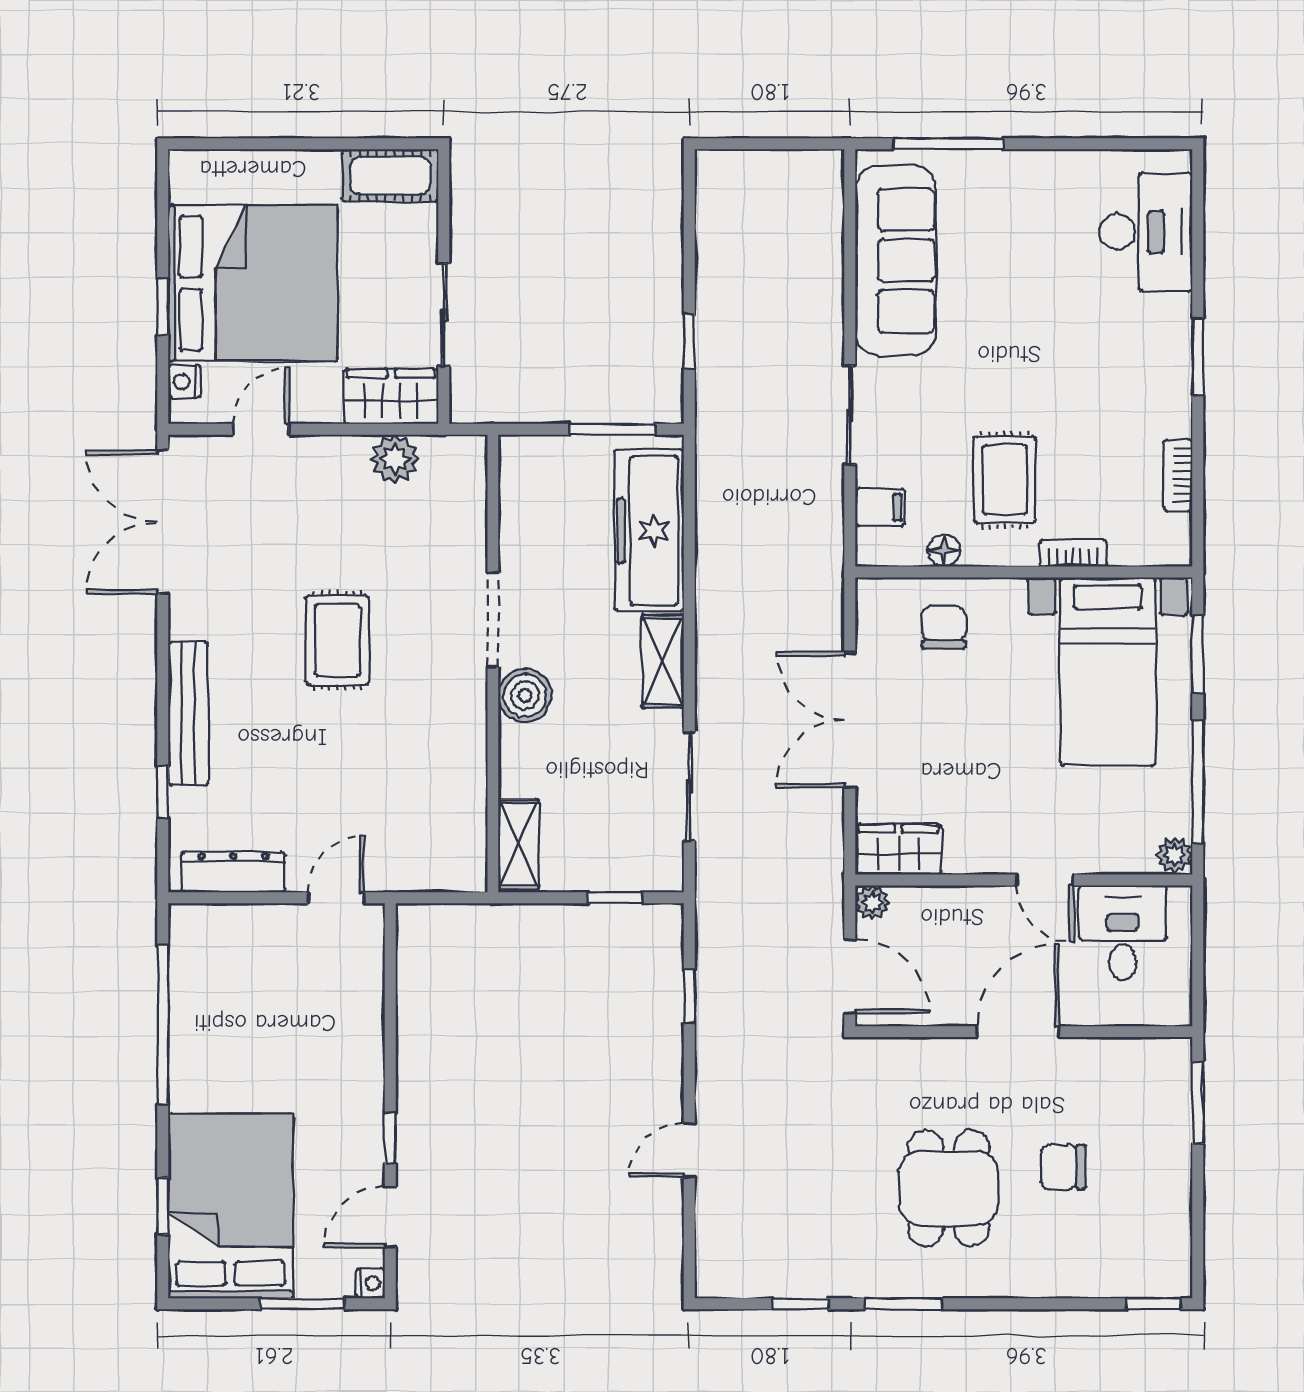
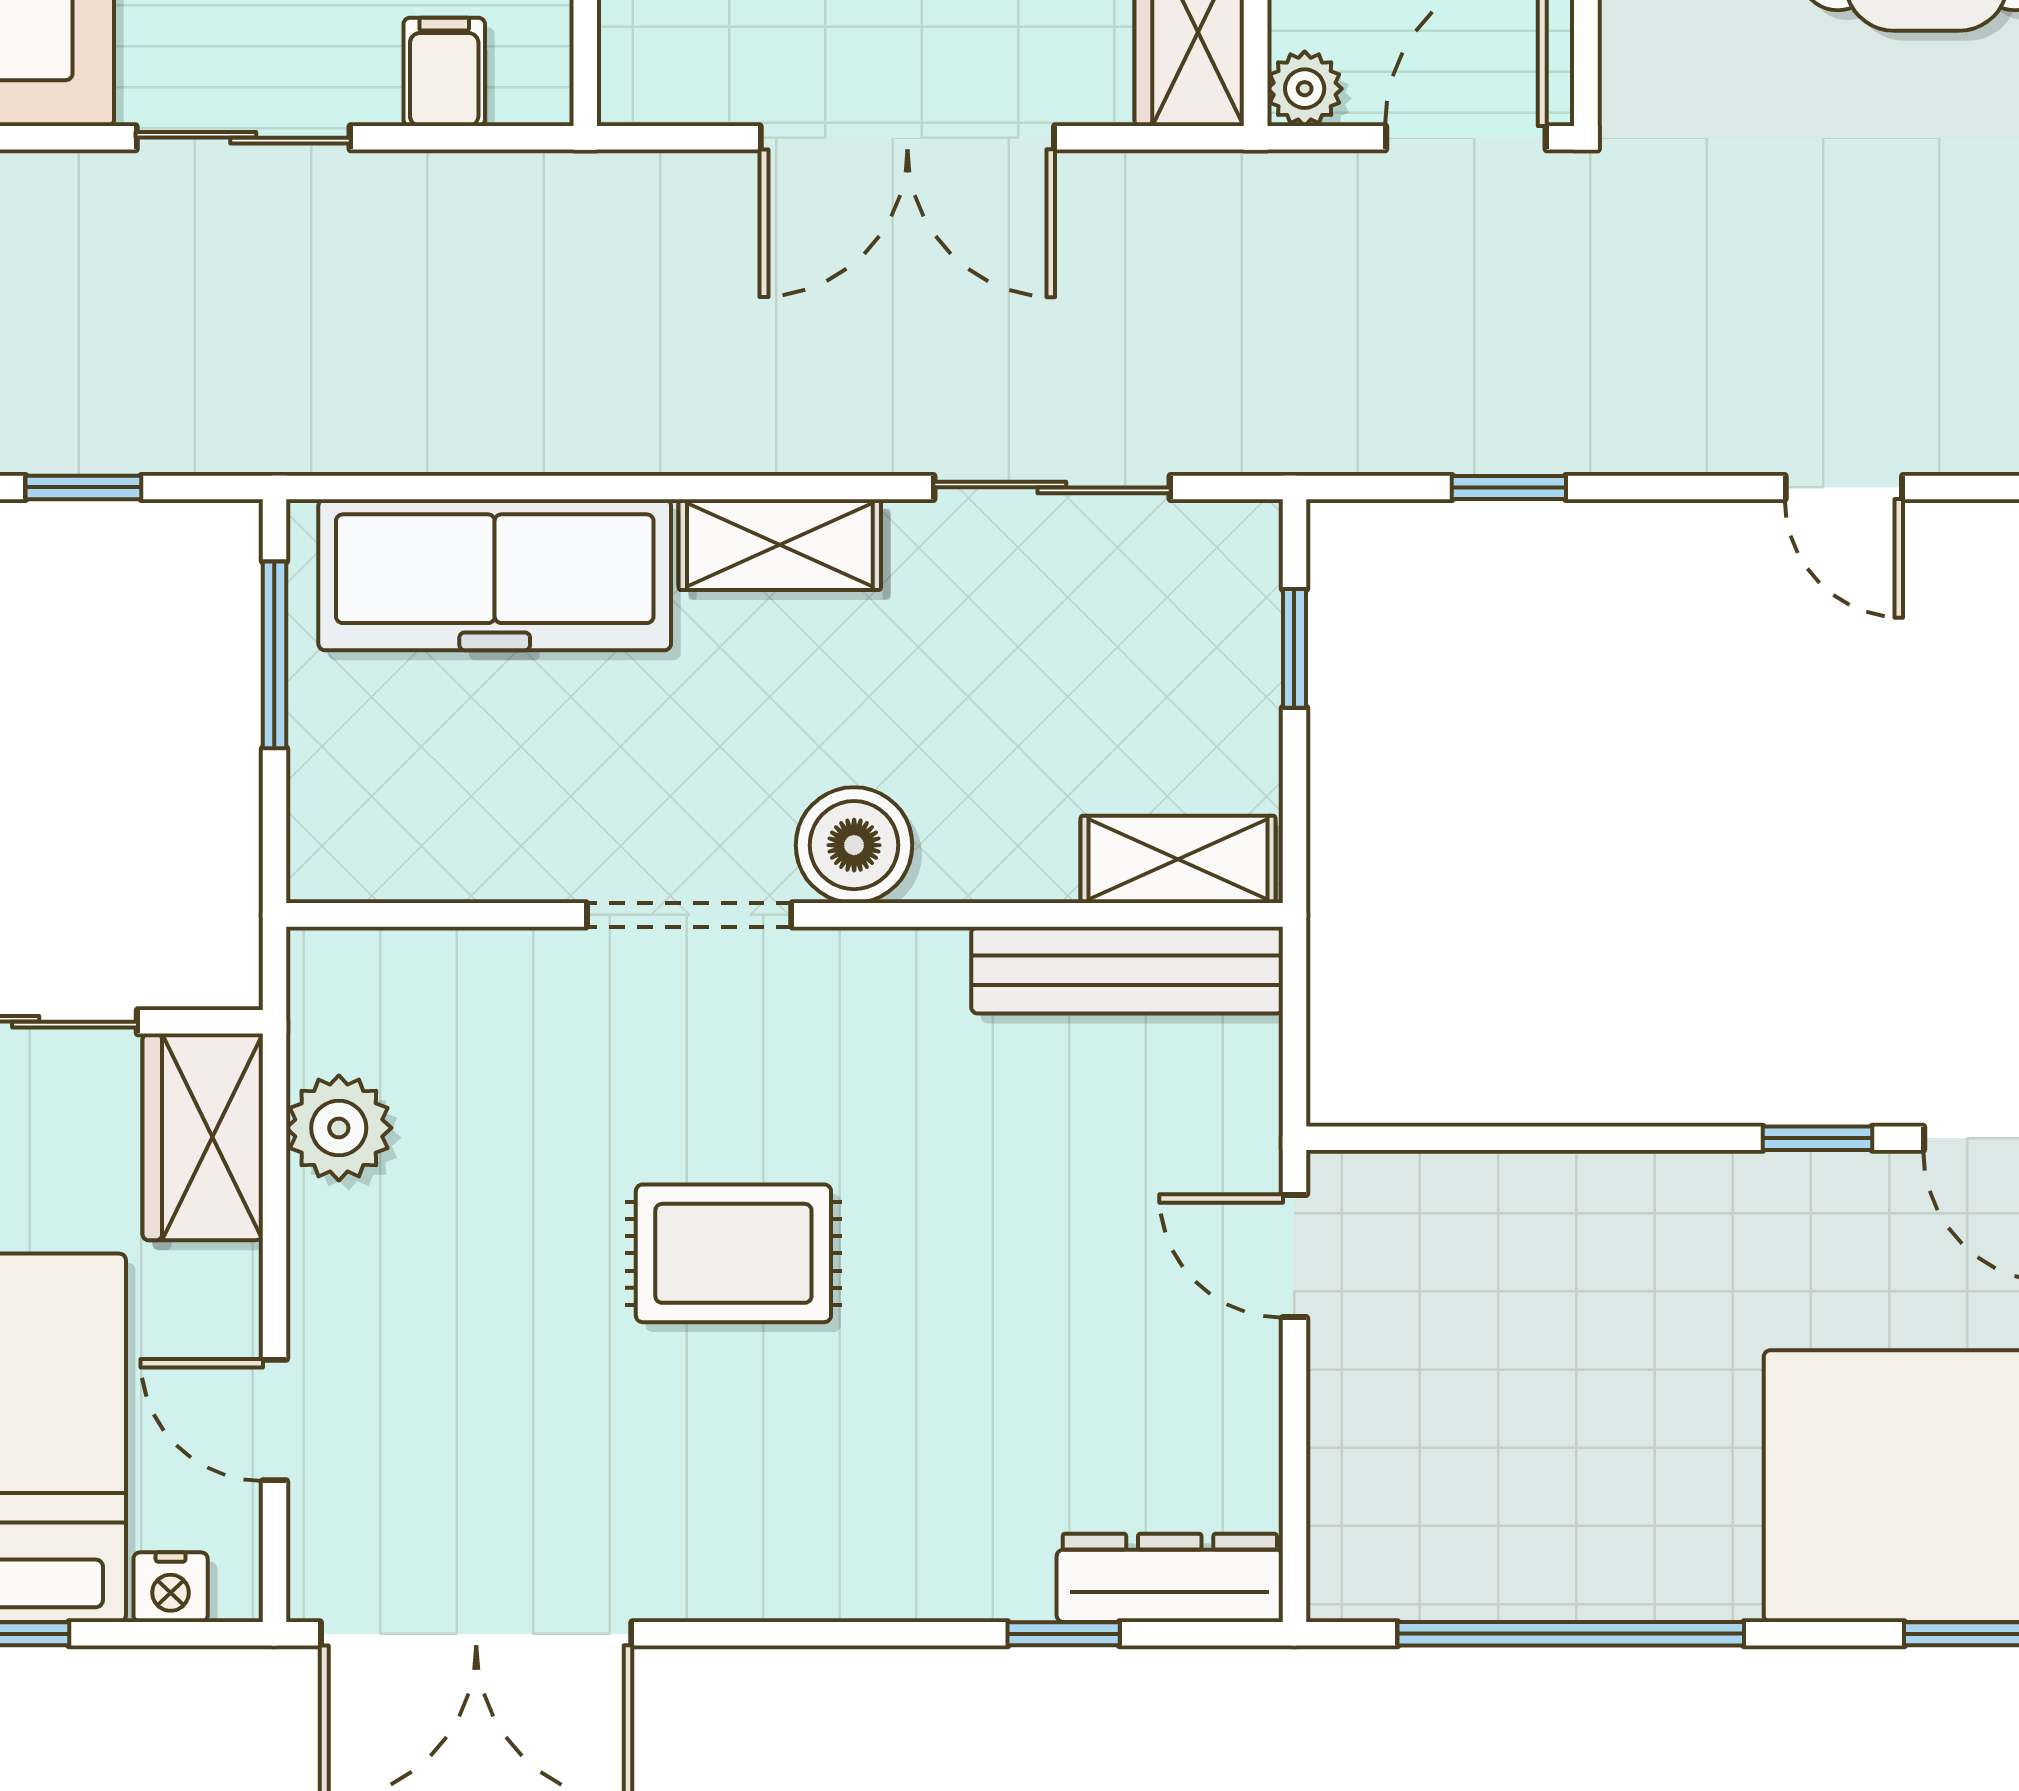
bench: (188, 714) -> (1127, 970), moved
dresser: (233, 872) -> (1170, 1578), moved, turned 90

